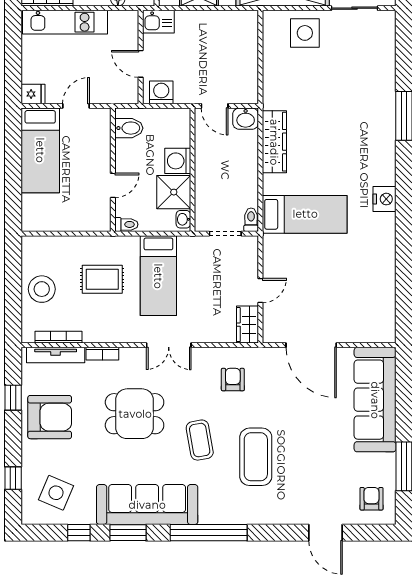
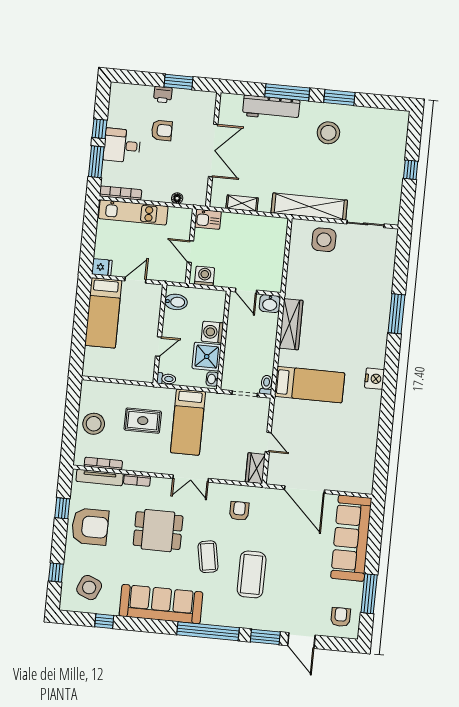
door: (260, 291) -> (268, 442), hinge flipped
window: (128, 533) -> (265, 637), moved

